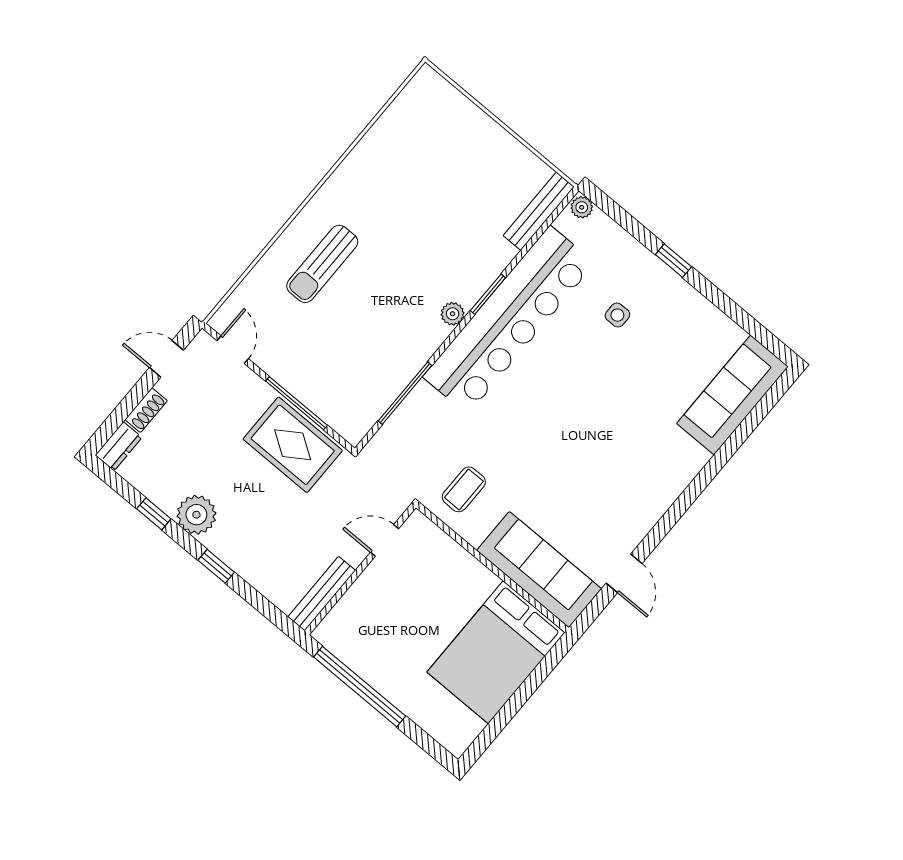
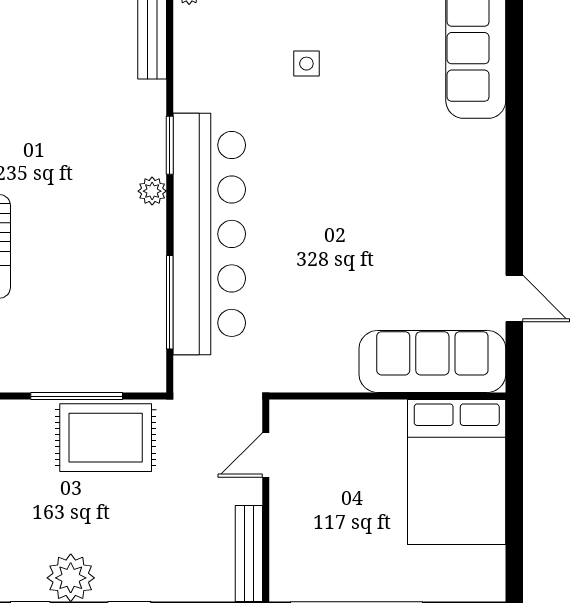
bar counter: (509, 320) -> (209, 234), moved
coffee table: (464, 489) -> (300, 346), removed

